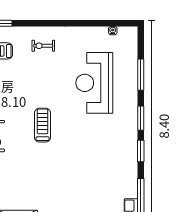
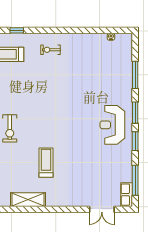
reception desk: (94, 83) -> (112, 125), moved, width x0.74, depth x0.77
treadmill: (43, 125) -> (46, 163), moved

